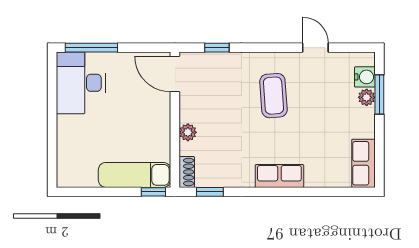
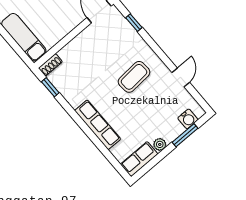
plant: (367, 97) -> (160, 144), moved
plant: (188, 132) -> (73, 47), removed
row of seats: (279, 176) -> (98, 125), width x1.48
window: (153, 192) -> (23, 56), removed

